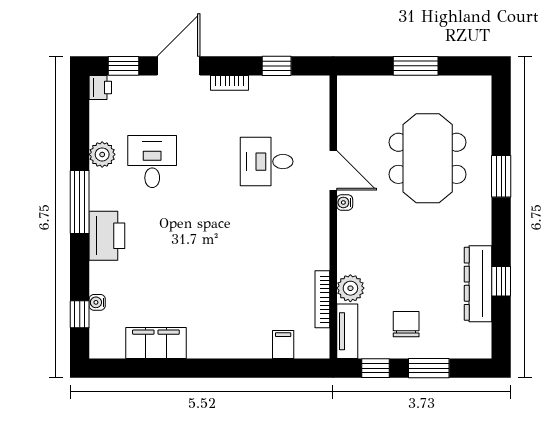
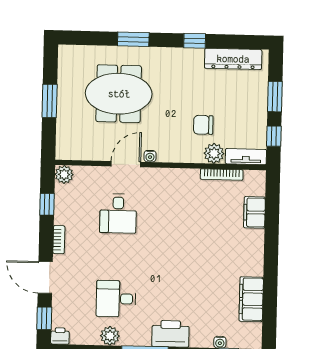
plant: (317, 88) -> (64, 174), added
window: (501, 281) -> (195, 41), moved
dresser: (478, 284) -> (233, 59), moved
chair: (406, 324) -> (203, 125), moved
filing cabinet: (283, 345) -> (254, 212), width x2.00

